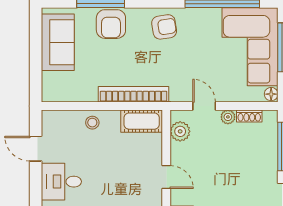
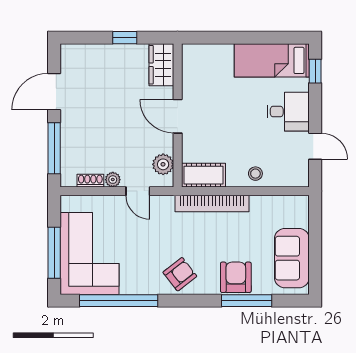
armchair: (164, 27) -> (180, 274), turned 151
floor lamp: (271, 94) -> (67, 204), removed
door: (166, 177) -> (178, 116), width x1.37

